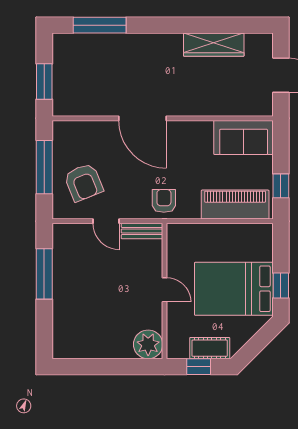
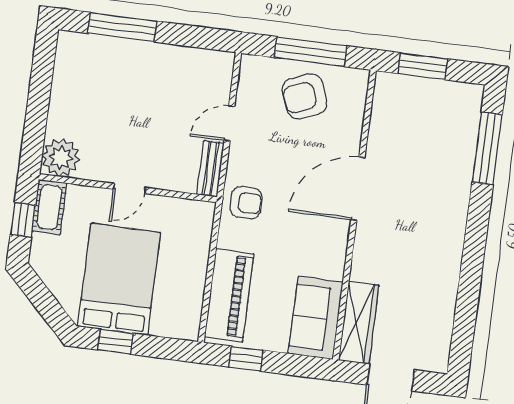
wardrobe: (214, 45) -> (359, 323), moved, turned 180
armchair: (84, 182) -> (305, 96), moved
window: (44, 274) -> (122, 27), moved
cot: (210, 348) -> (49, 207), moved

